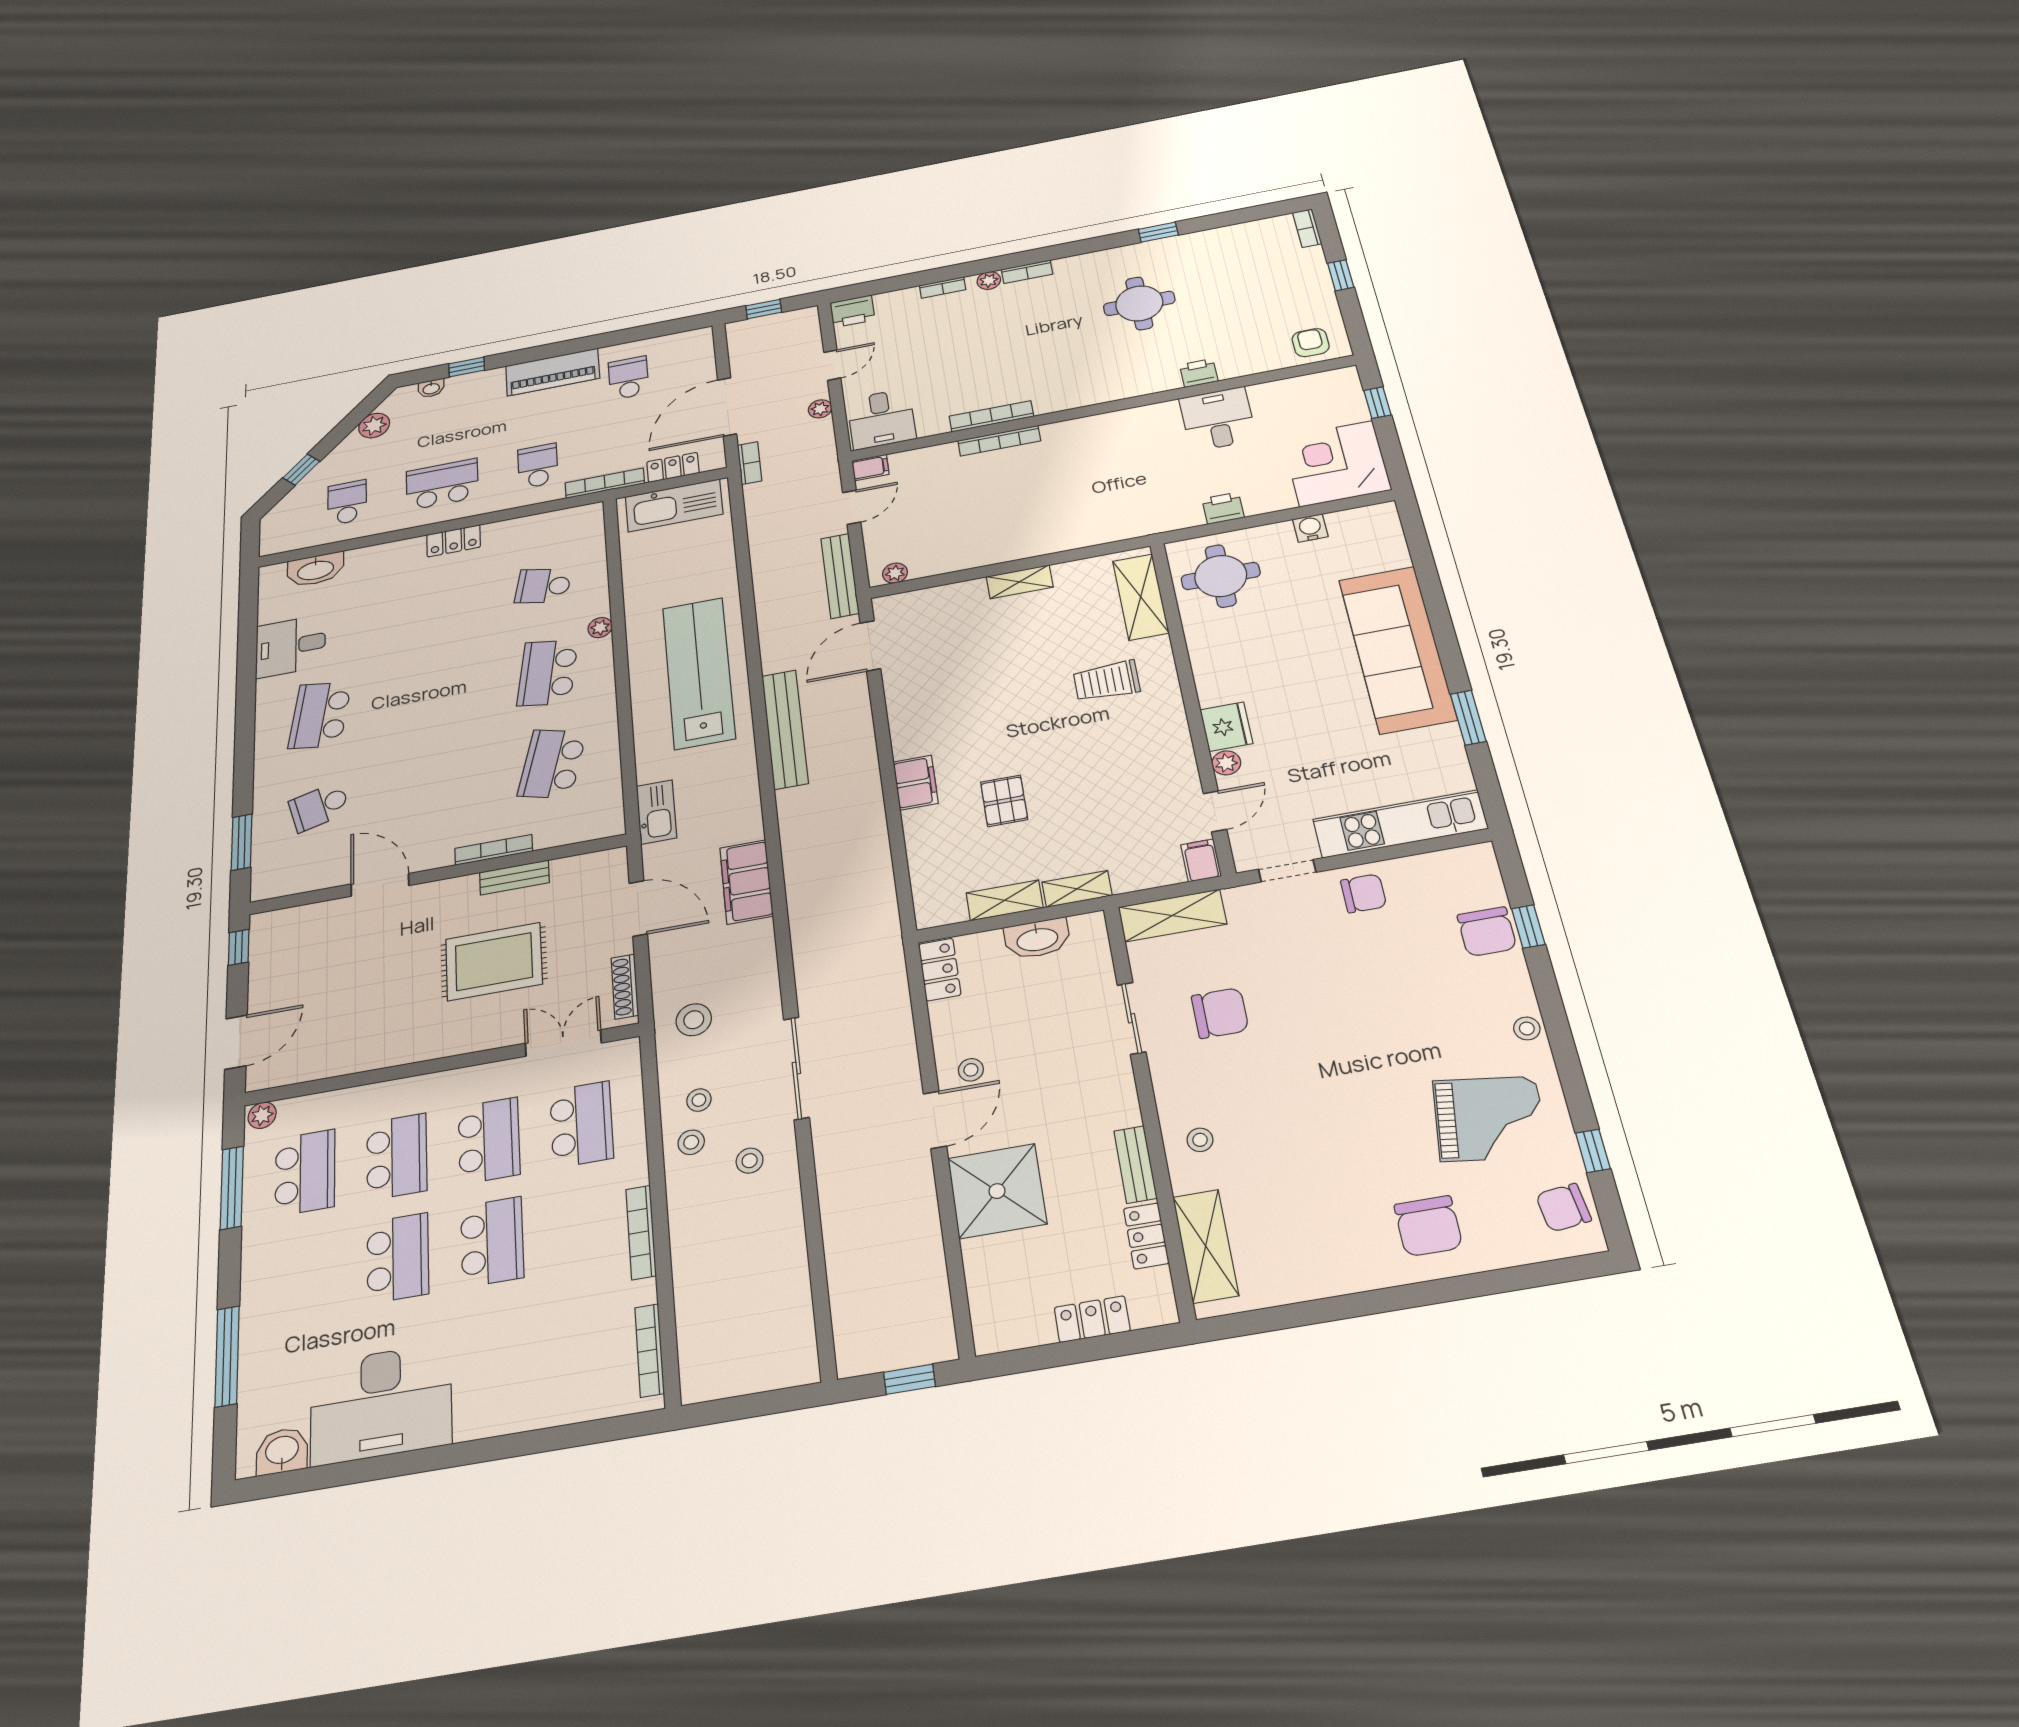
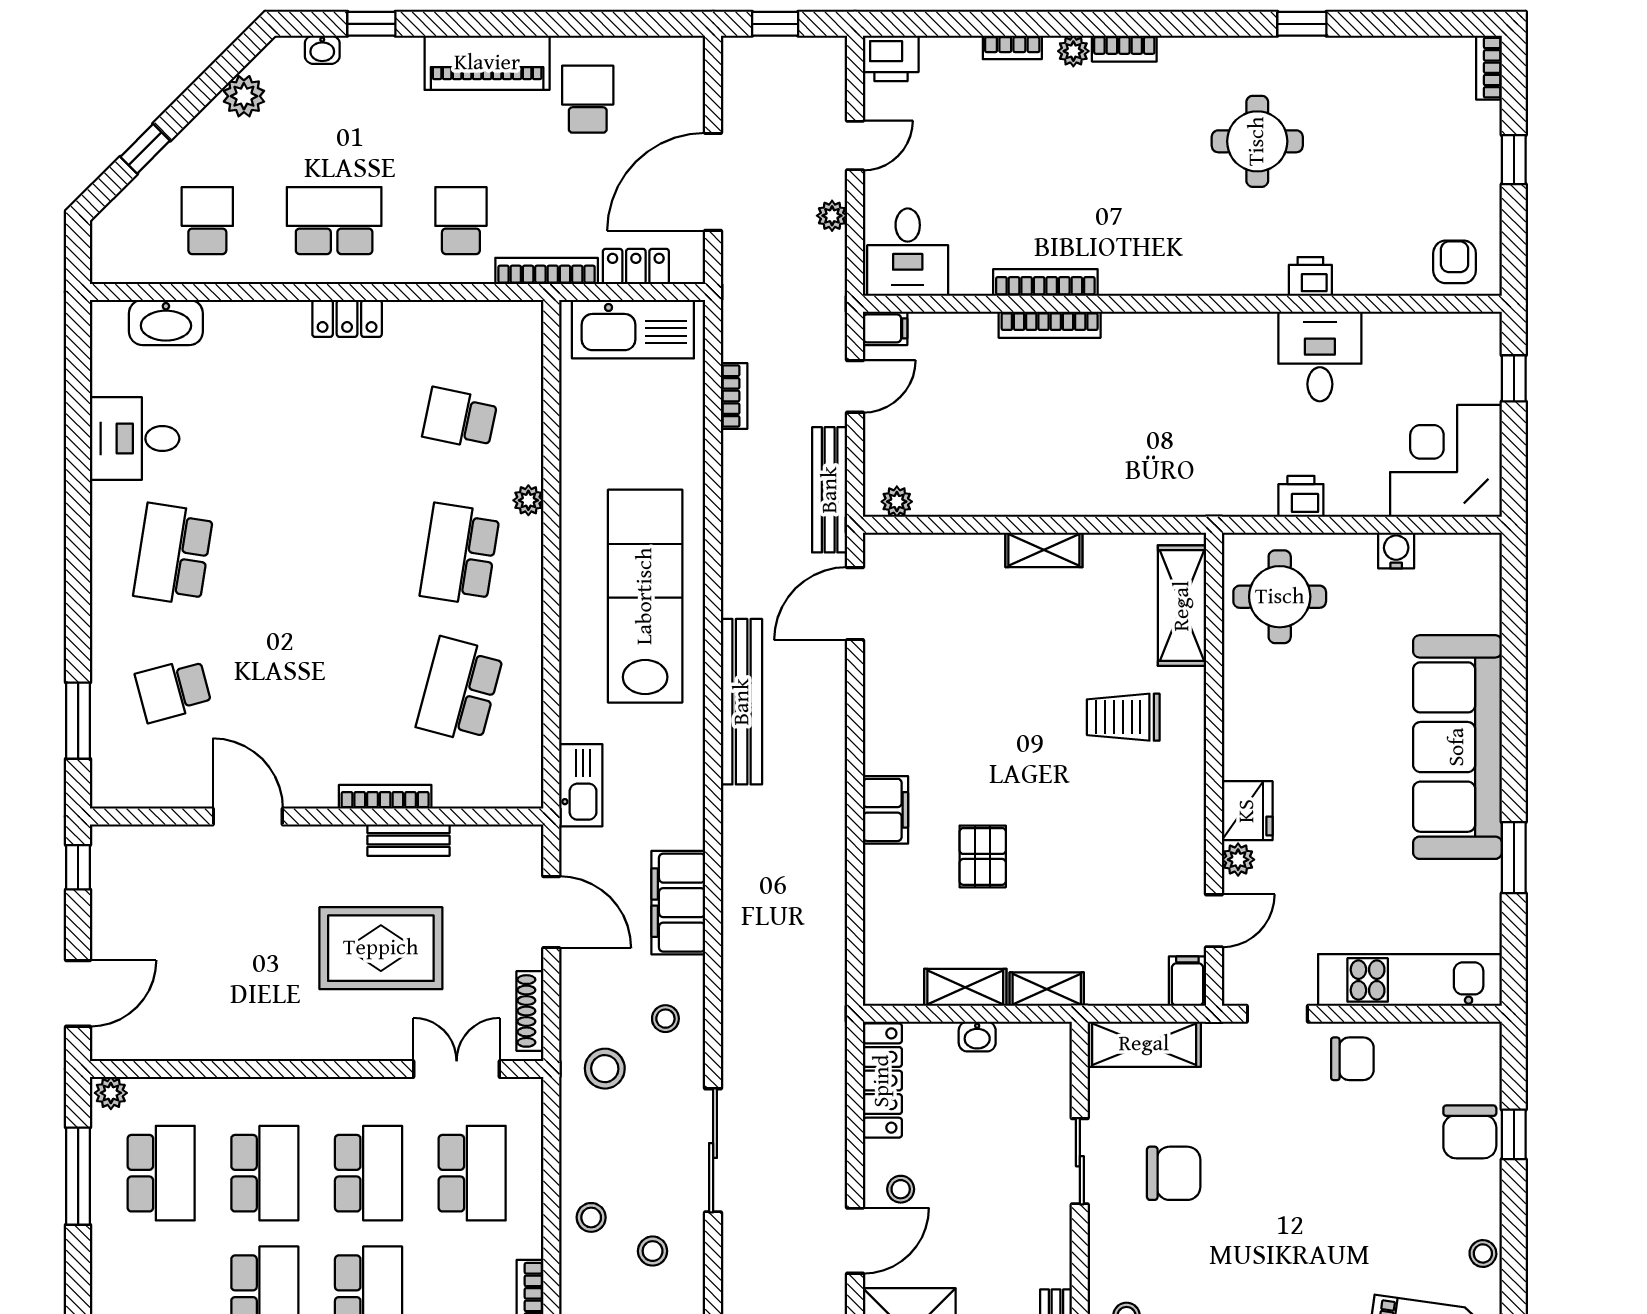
bookcase: (750, 463) -> (734, 396), moved
washbasin: (1037, 939) -> (977, 1037), width x0.52, depth x0.69
locker: (940, 970) -> (882, 1081), width x1.53
stool: (699, 1100) -> (665, 1019), moved

